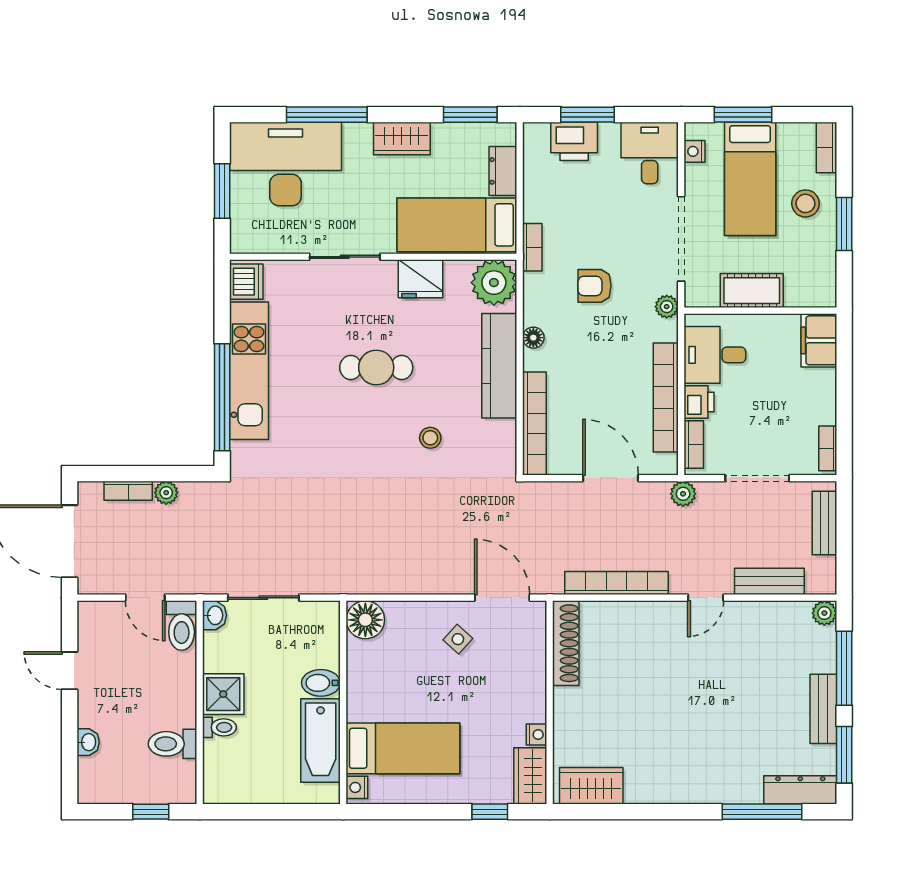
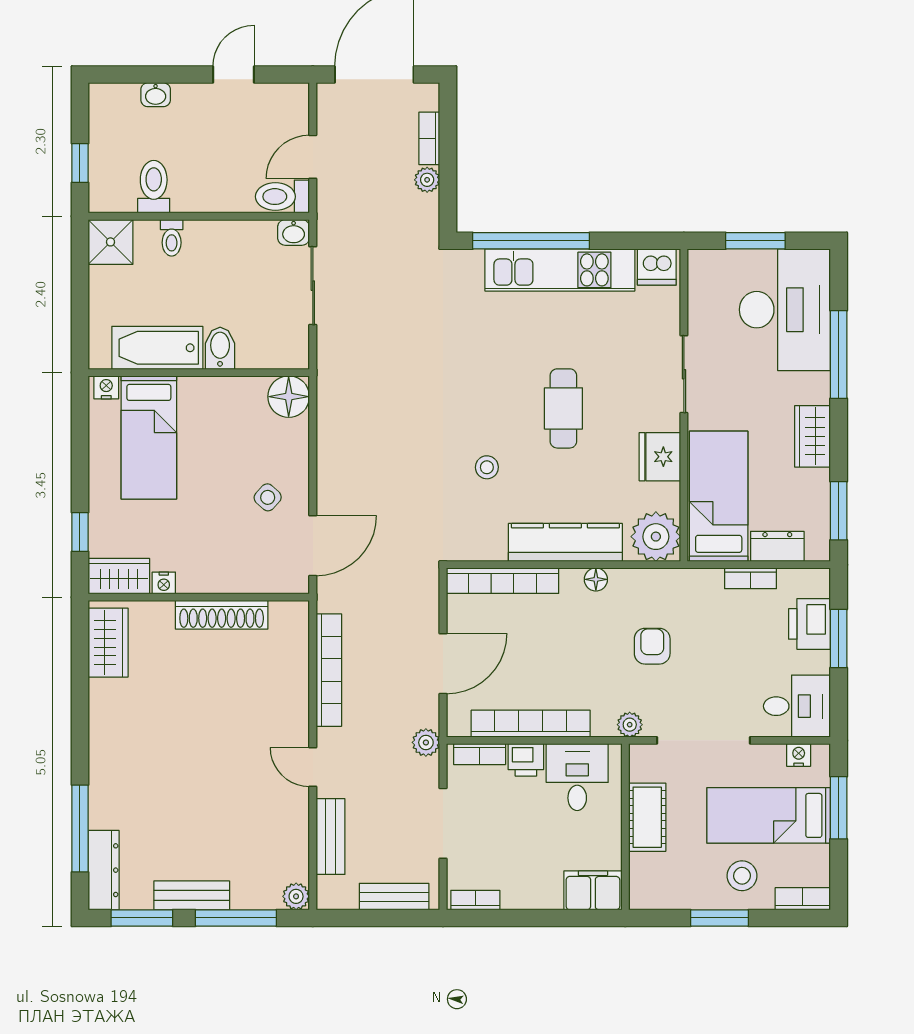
bookcase: (532, 247) -> (751, 578), moved
shoe rack: (566, 643) -> (222, 615), moved
shower: (223, 694) -> (110, 242), moved

